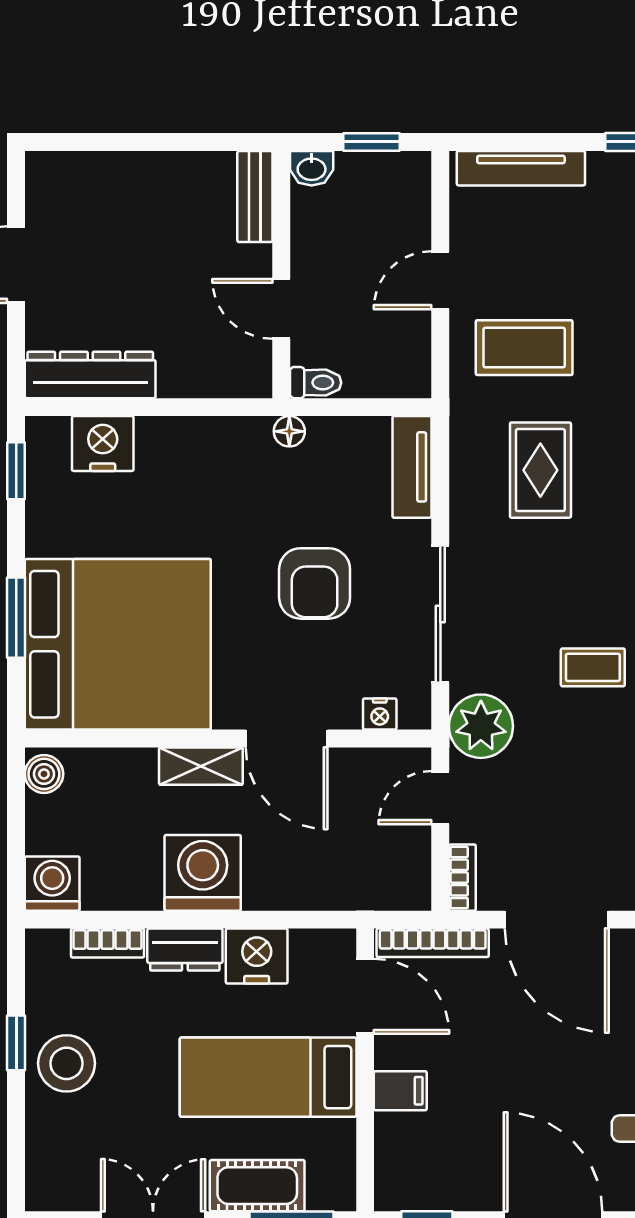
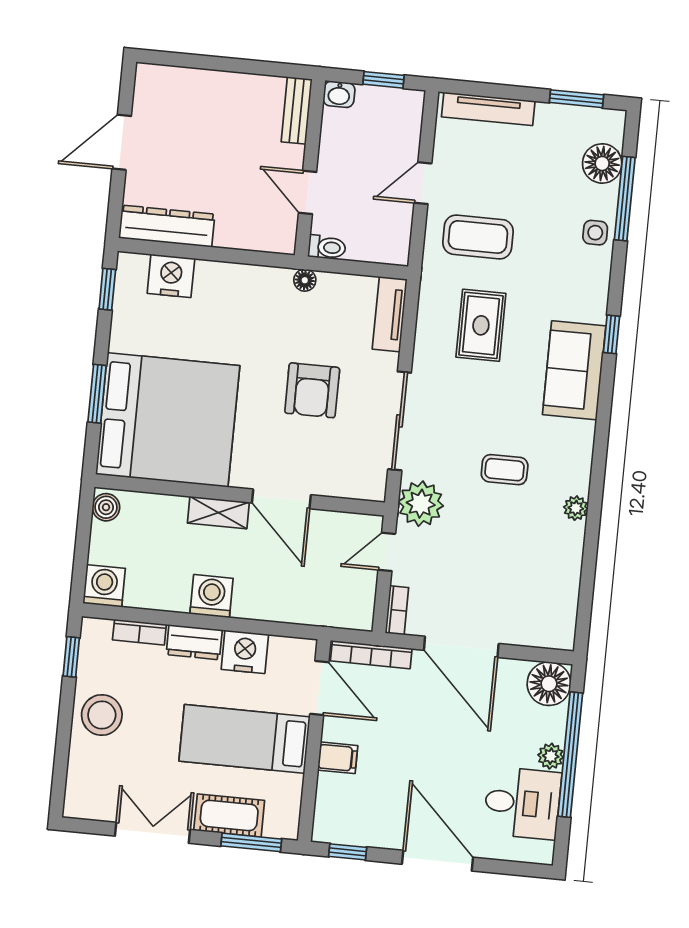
nightstand: (380, 714) -> (349, 488), removed
washing machine: (203, 873) -> (211, 596), width x0.73, depth x0.73
window: (16, 1043) -> (71, 657), moved

